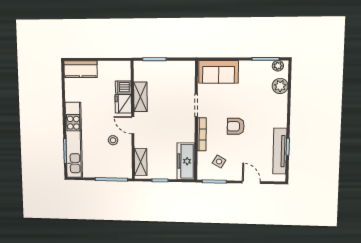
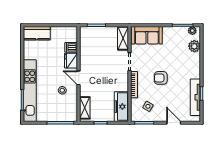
shelving: (140, 97) -> (123, 38), moved

